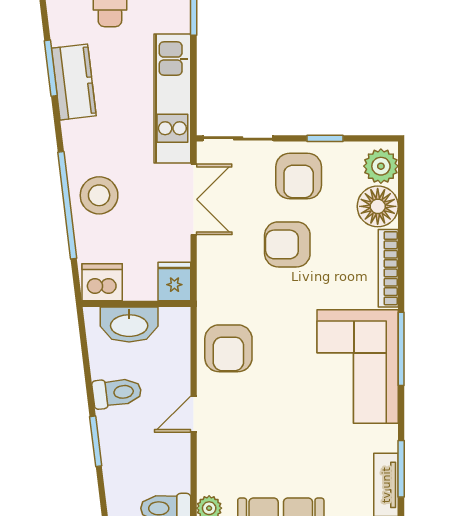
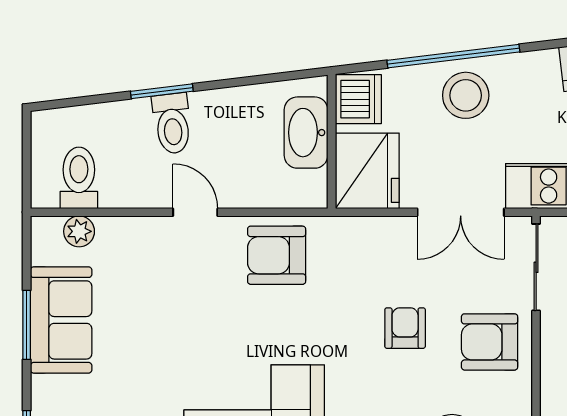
window: (325, 138) -> (536, 375), removed
armchair: (287, 244) -> (405, 328), width x0.72, depth x0.72
fridge: (174, 282) -> (367, 171), width x1.88, depth x1.34
toilet: (117, 393) -> (172, 123), moved

